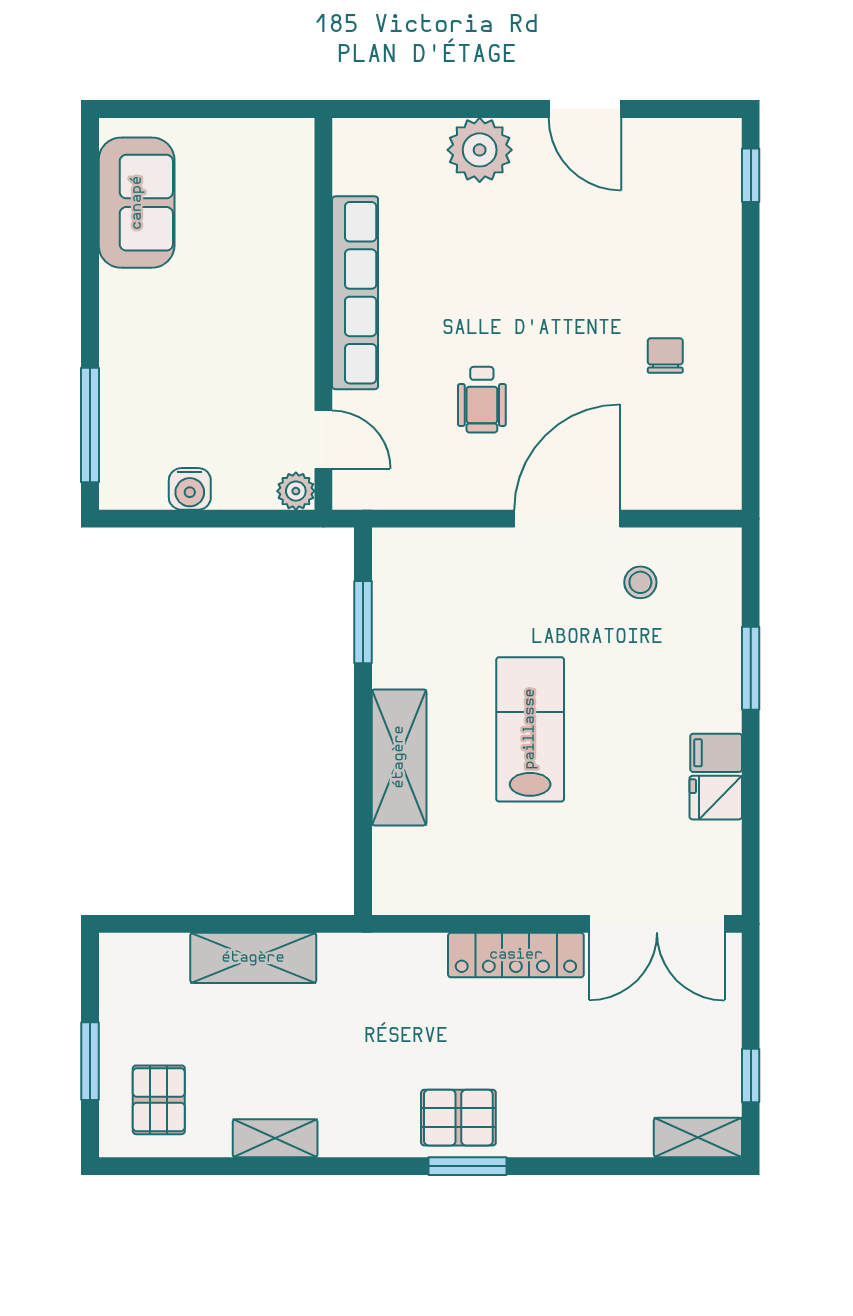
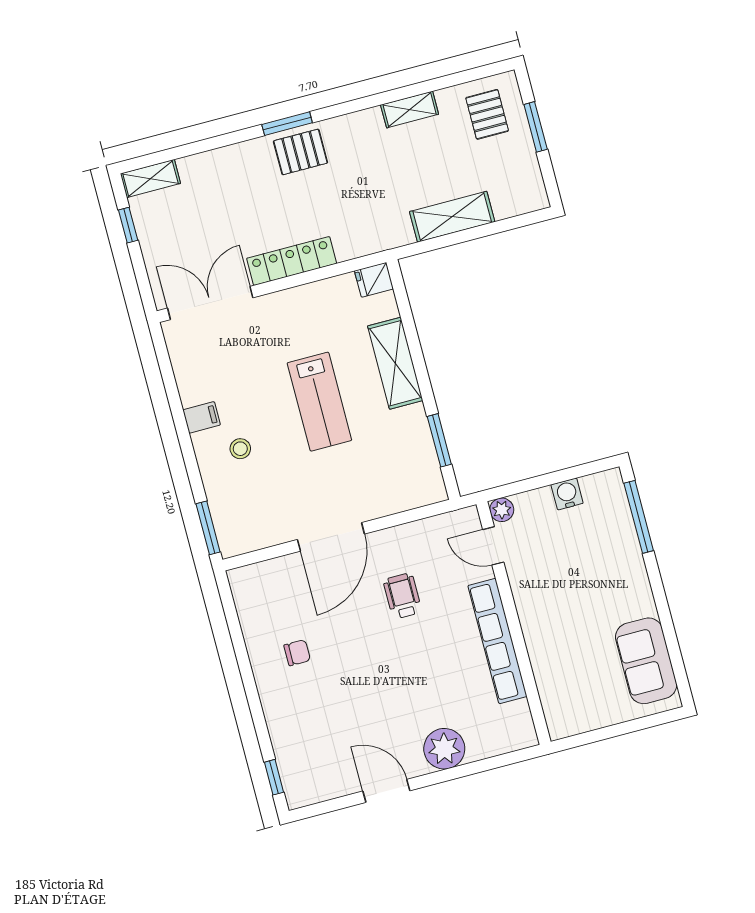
chair: (665, 356) -> (297, 653), turned -90
stool: (640, 582) -> (240, 449), moved
window: (751, 668) -> (208, 528), moved
fridge: (716, 798) -> (374, 280), moved, turned 180

